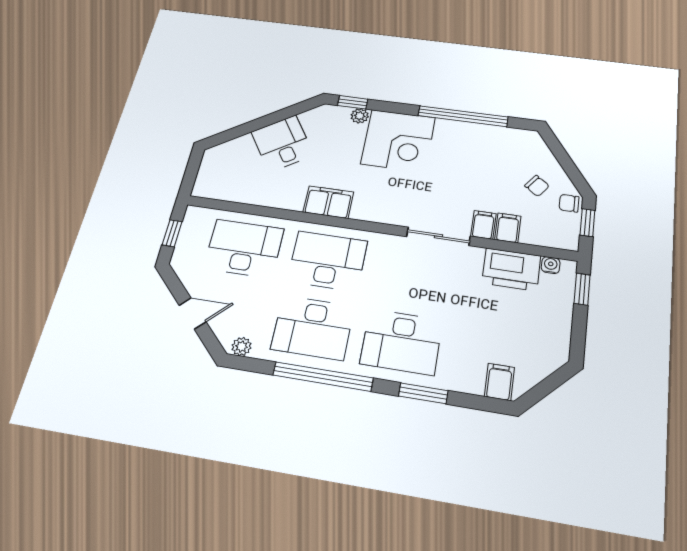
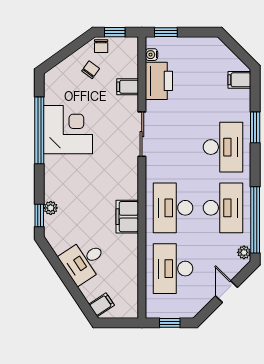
corner desk: (398, 141) -> (68, 130), moved
filing cabinet: (483, 225) -> (102, 305), moved, turned 146
window: (323, 377) -> (255, 220), moved

